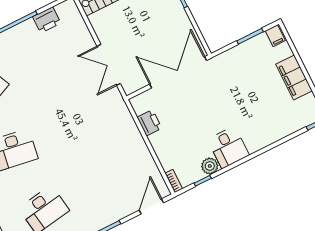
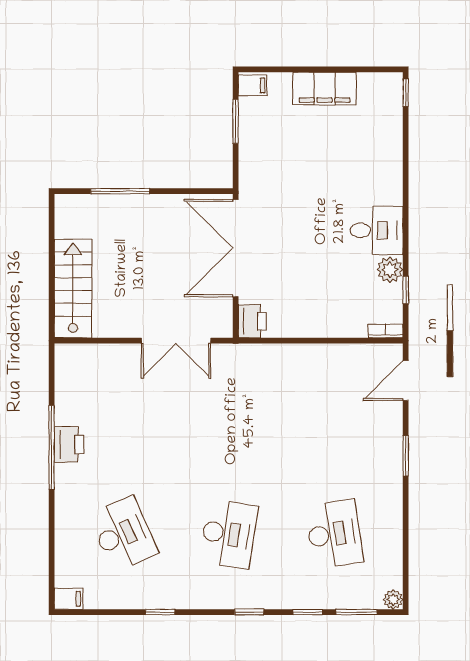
printer: (47, 20) -> (69, 444), moved
printer: (149, 123) -> (252, 321), moved, turned 90
door: (151, 206) -> (406, 380), hinge flipped

